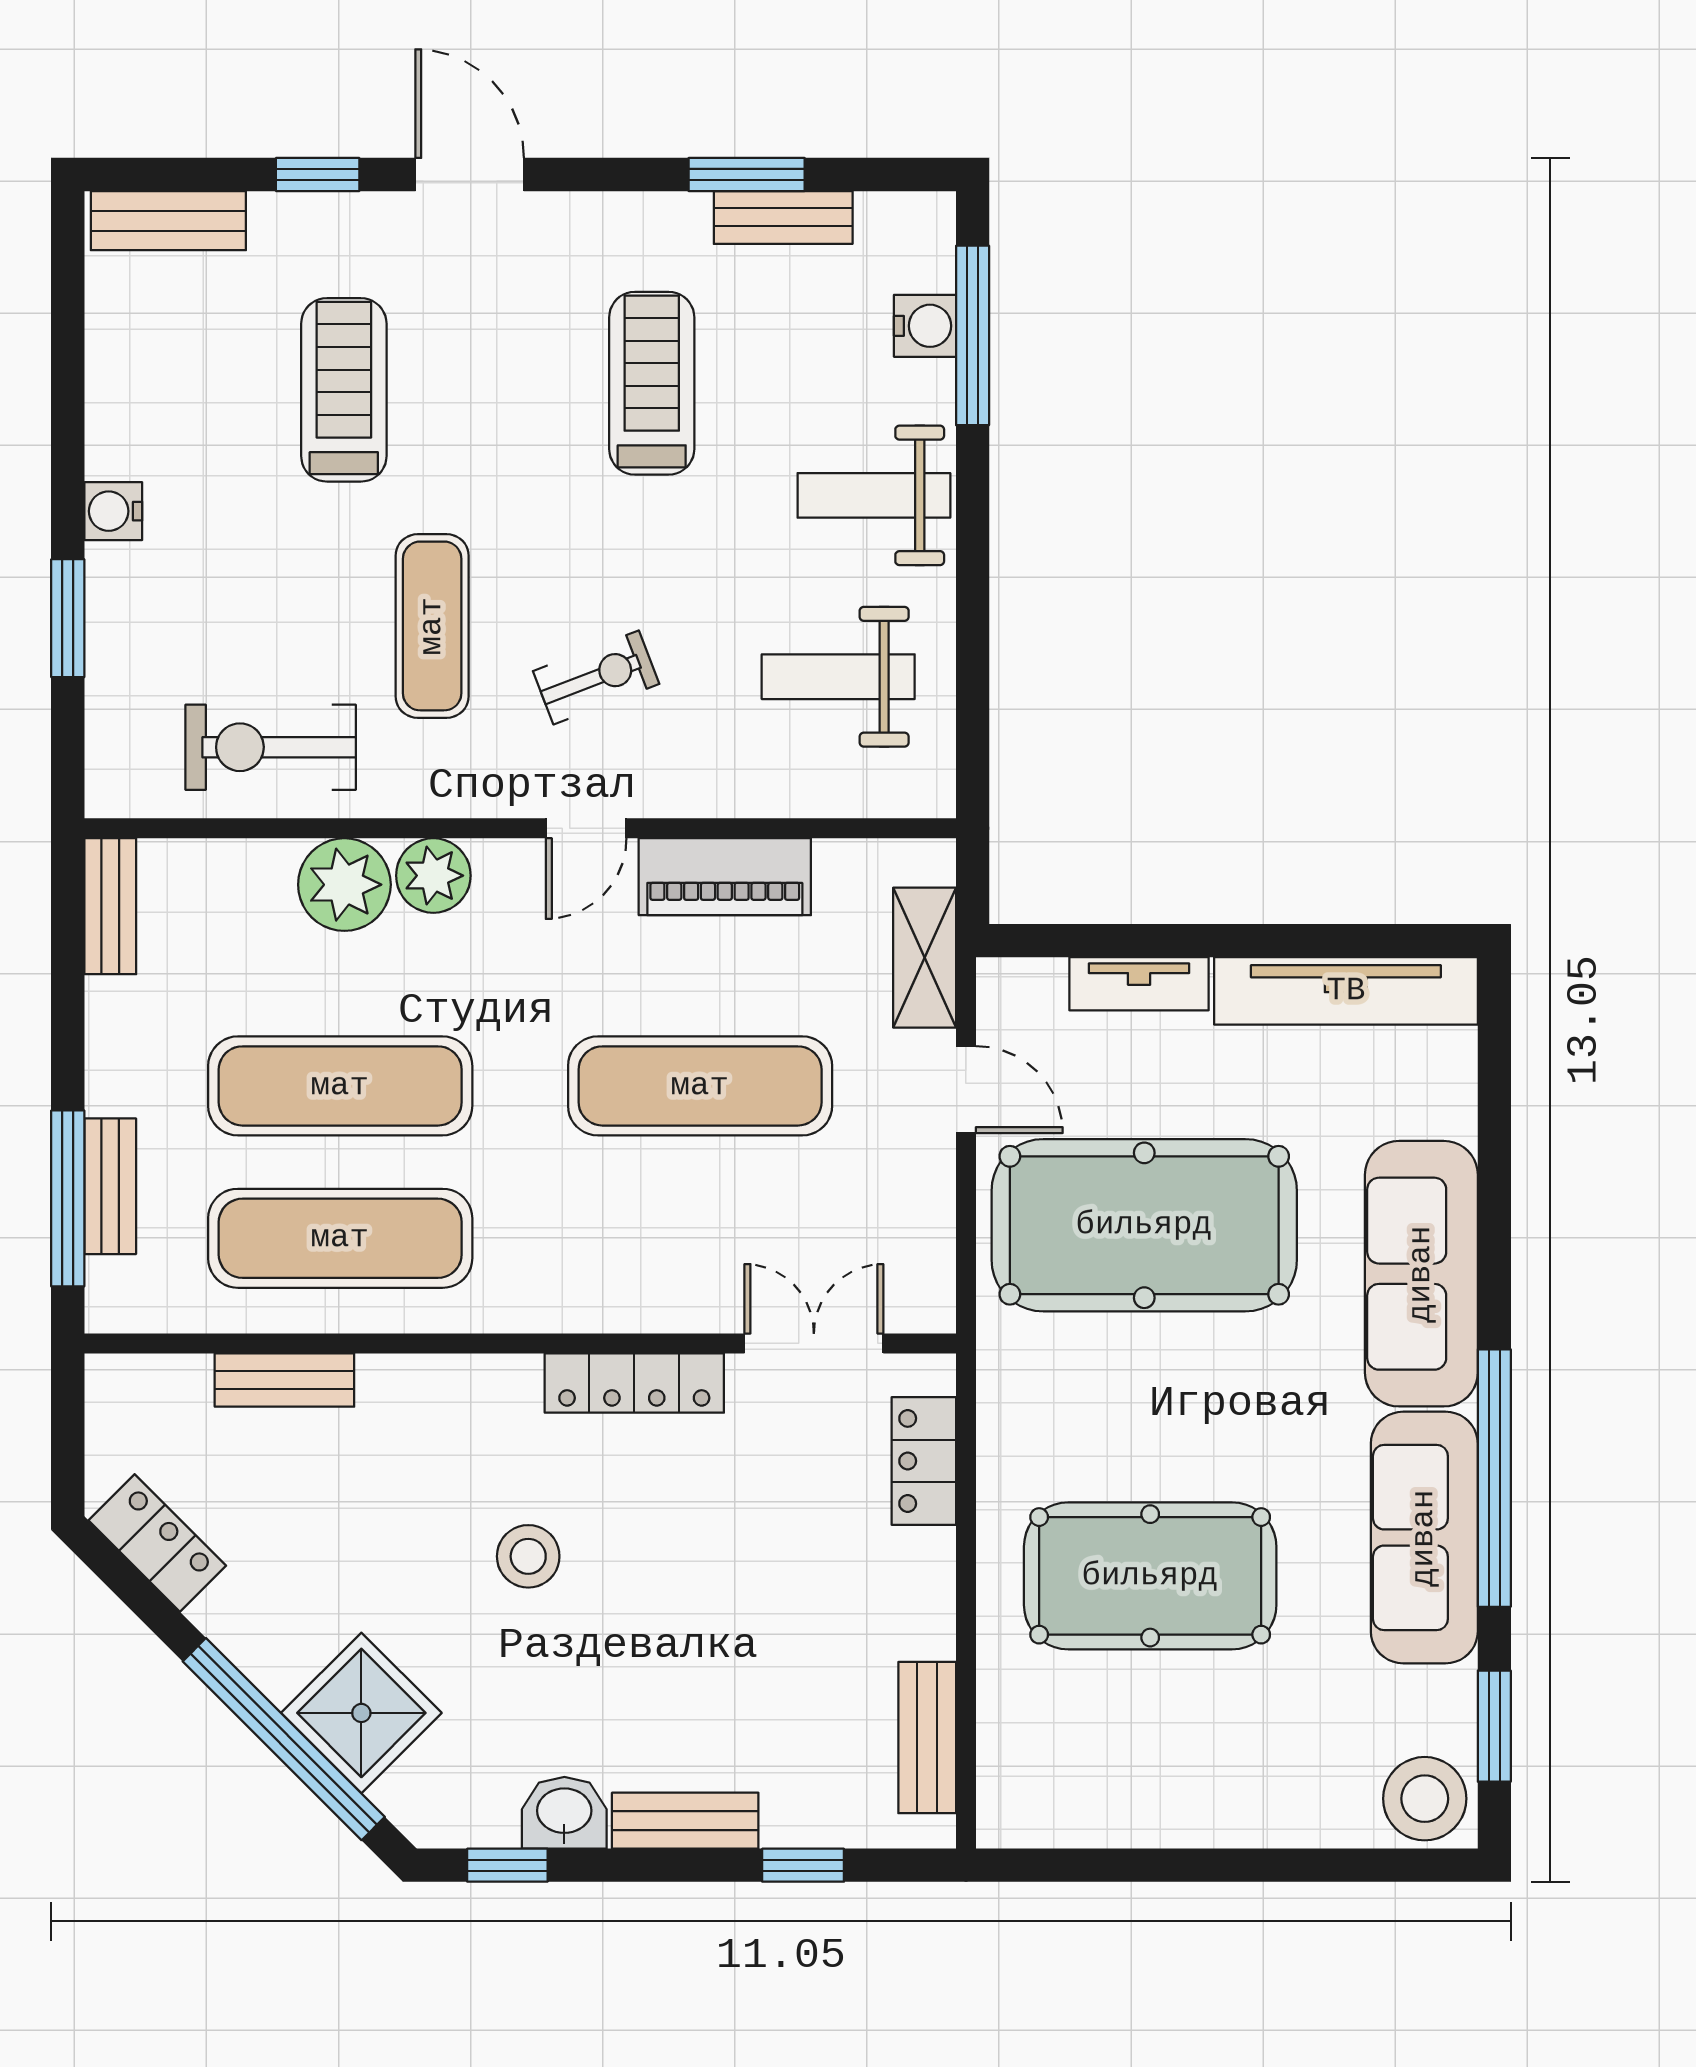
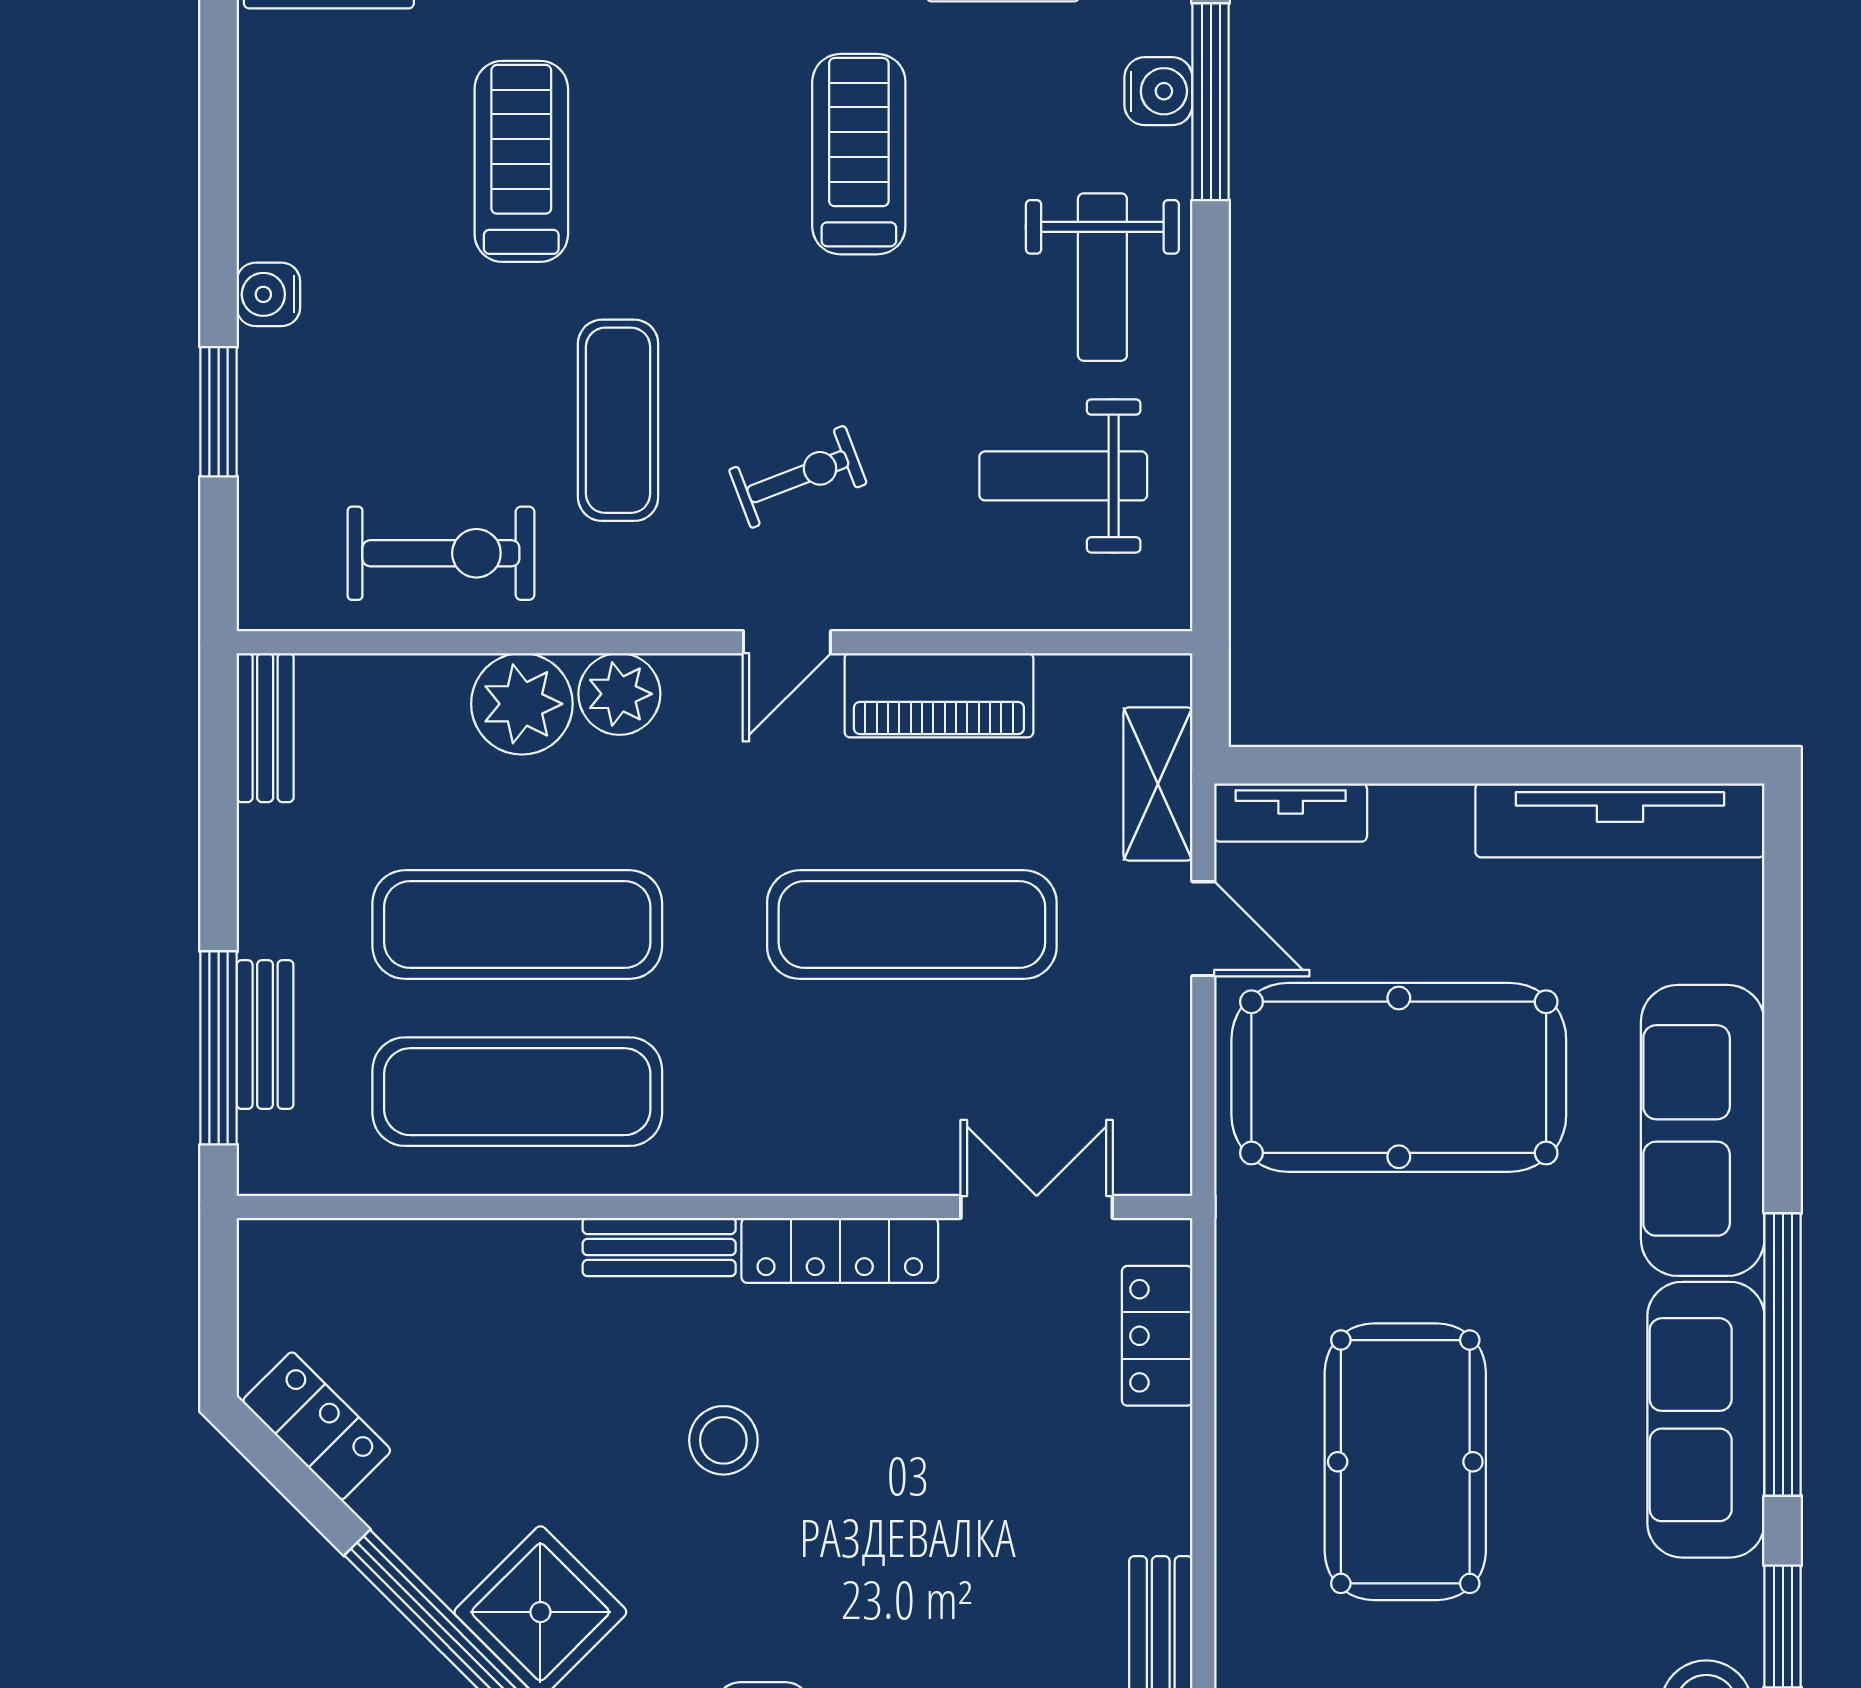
weight bench: (874, 495) -> (1102, 277), turned -90
exercise bike: (271, 747) -> (441, 553), turned 180
tv unit: (1139, 984) -> (1291, 813), moved
bench: (284, 1380) -> (659, 1247), moved
pool table: (1150, 1576) -> (1405, 1462), turned 90

